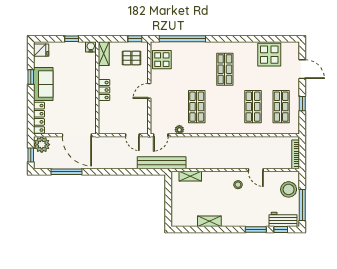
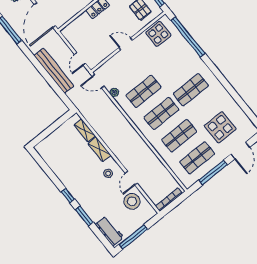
display table: (269, 55) -> (220, 127), moved
window: (302, 104) -> (213, 173), width x2.17
shop shelf: (225, 107) -> (161, 113), added
bench: (162, 163) -> (54, 71), moved
stool: (289, 189) -> (132, 201), moved
shelving: (209, 221) -> (100, 149), moved
window: (281, 229) -> (68, 195), moved

